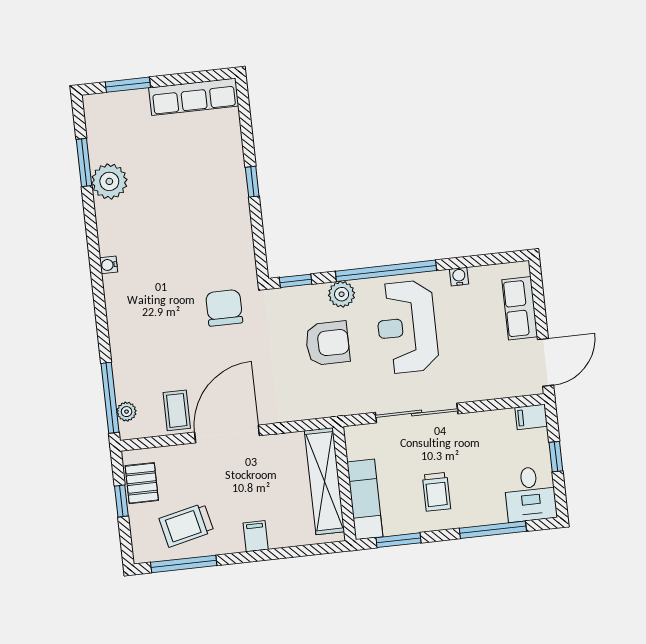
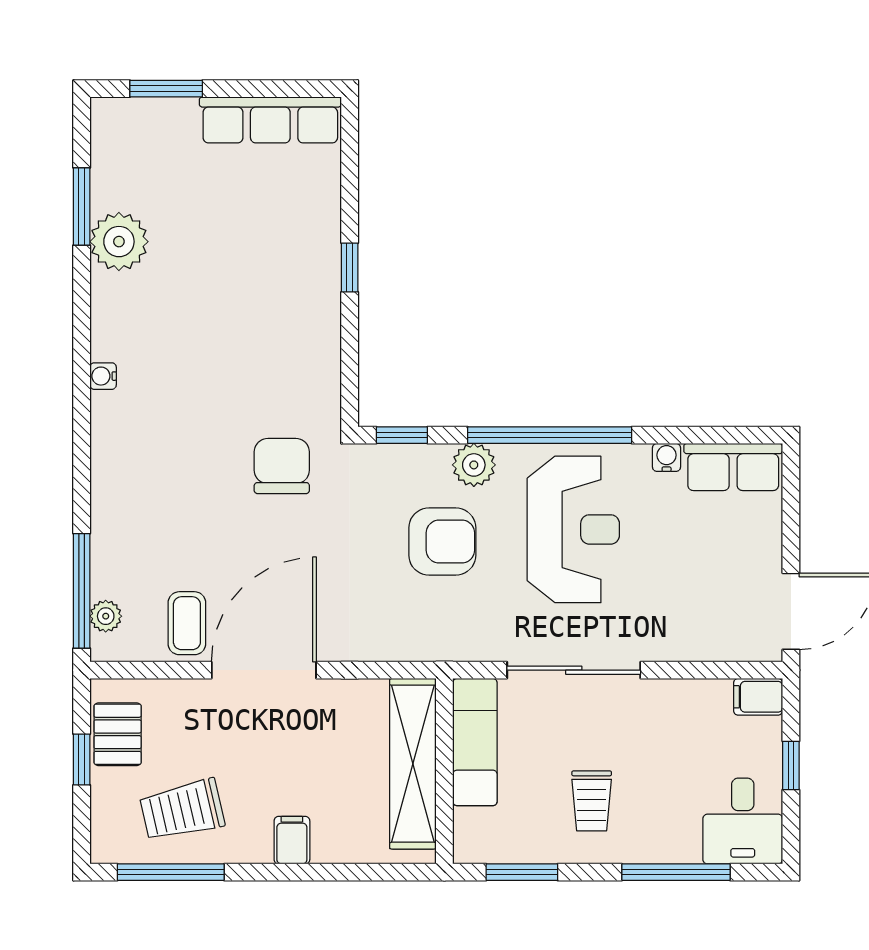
row of seats: (520, 308) -> (733, 467), moved, turned -90
reception desk: (407, 327) -> (573, 529), turned 180
exam couch: (365, 499) -> (475, 742), moved

